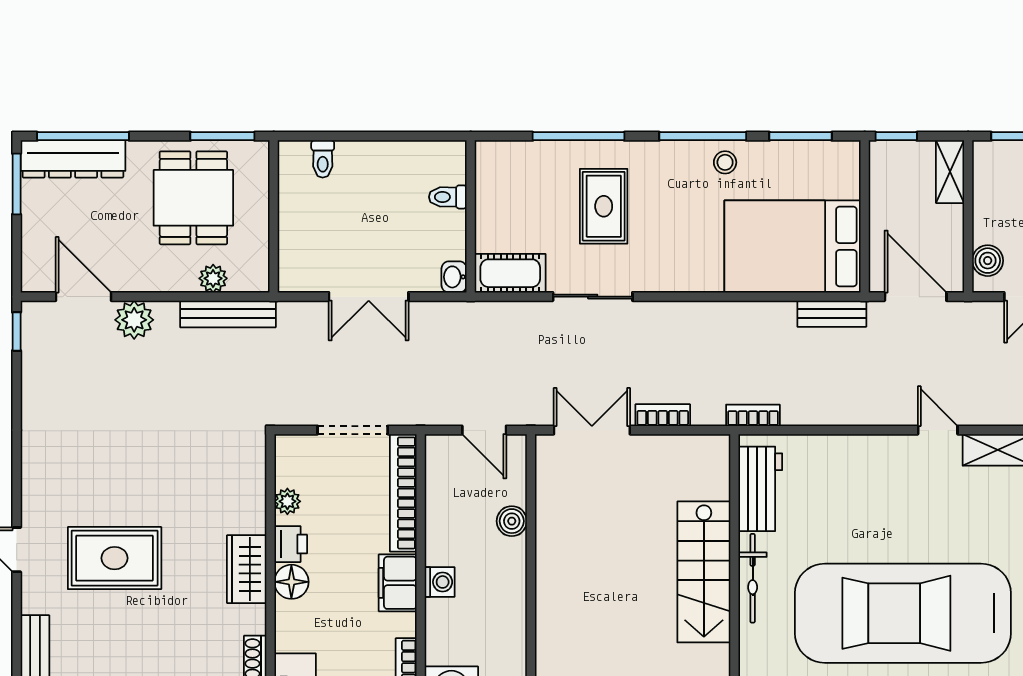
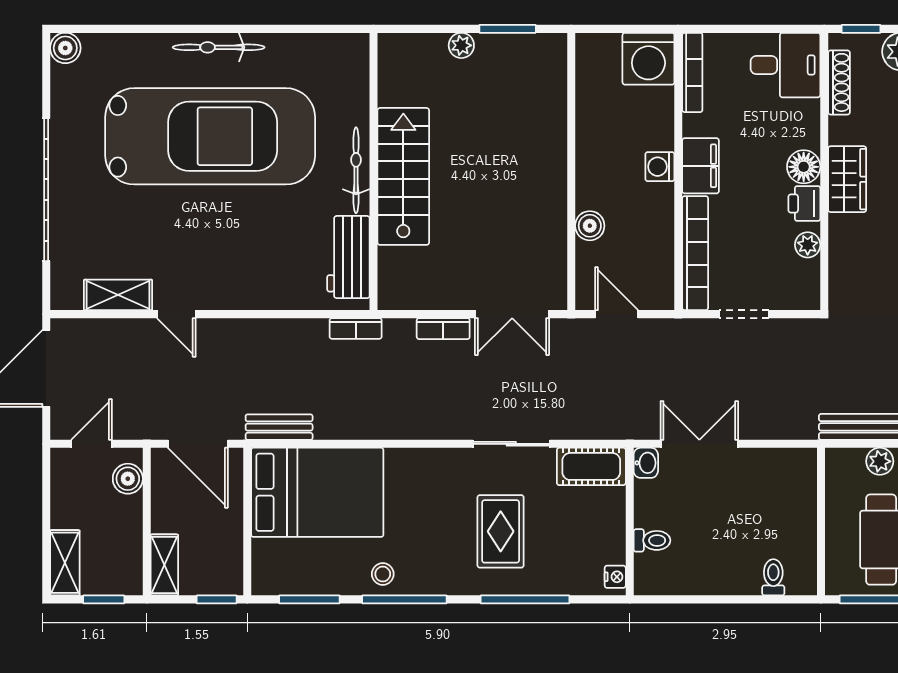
nightstand: (486, 160) -> (615, 577), added
double door: (369, 297) -> (699, 444), moved
doorway: (353, 430) -> (744, 314), width x0.73

